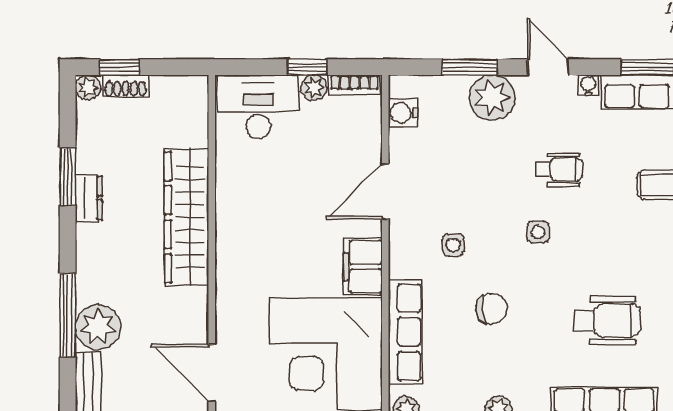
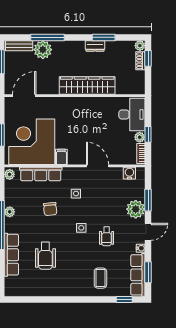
filing cabinet: (363, 267) -> (61, 157), width x0.50

